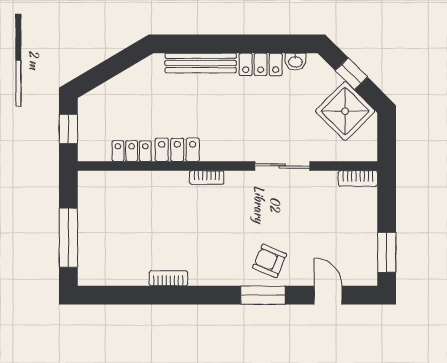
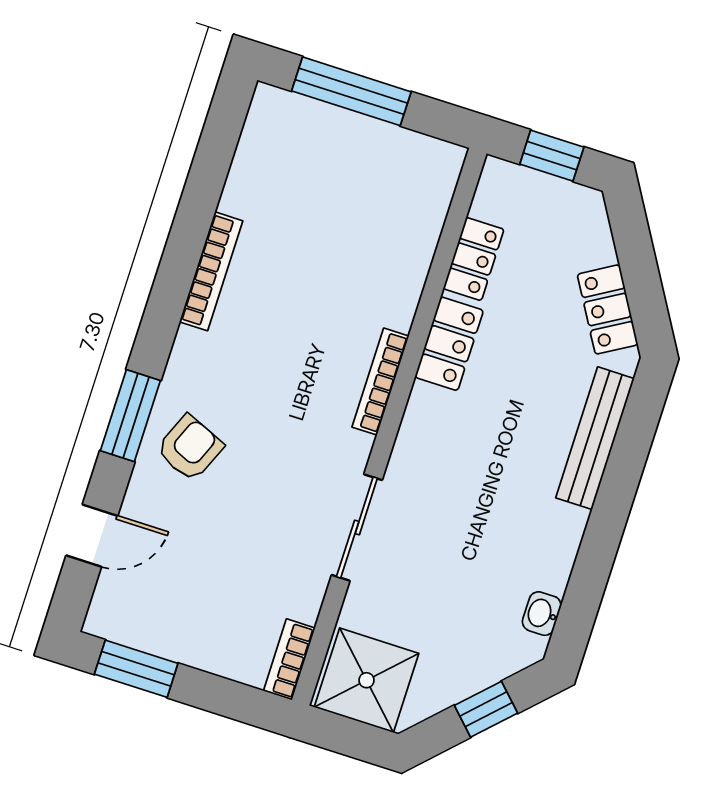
locker: (261, 64) -> (608, 309), moved, turned -31
shower: (345, 111) -> (367, 680), moved, turned 45
bookcase: (207, 178) -> (380, 382), width x1.56
bookcase: (168, 278) -> (211, 271), width x1.56

